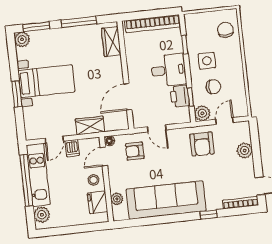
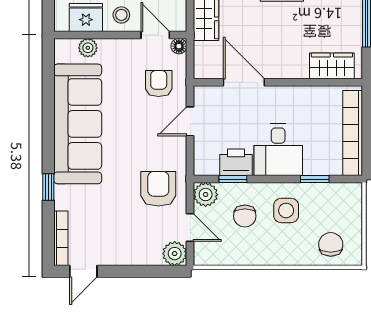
chair: (225, 30) -> (331, 244), turned -90
armchair: (202, 144) -> (158, 189), turned 90
plant: (245, 150) -> (175, 254), moved

